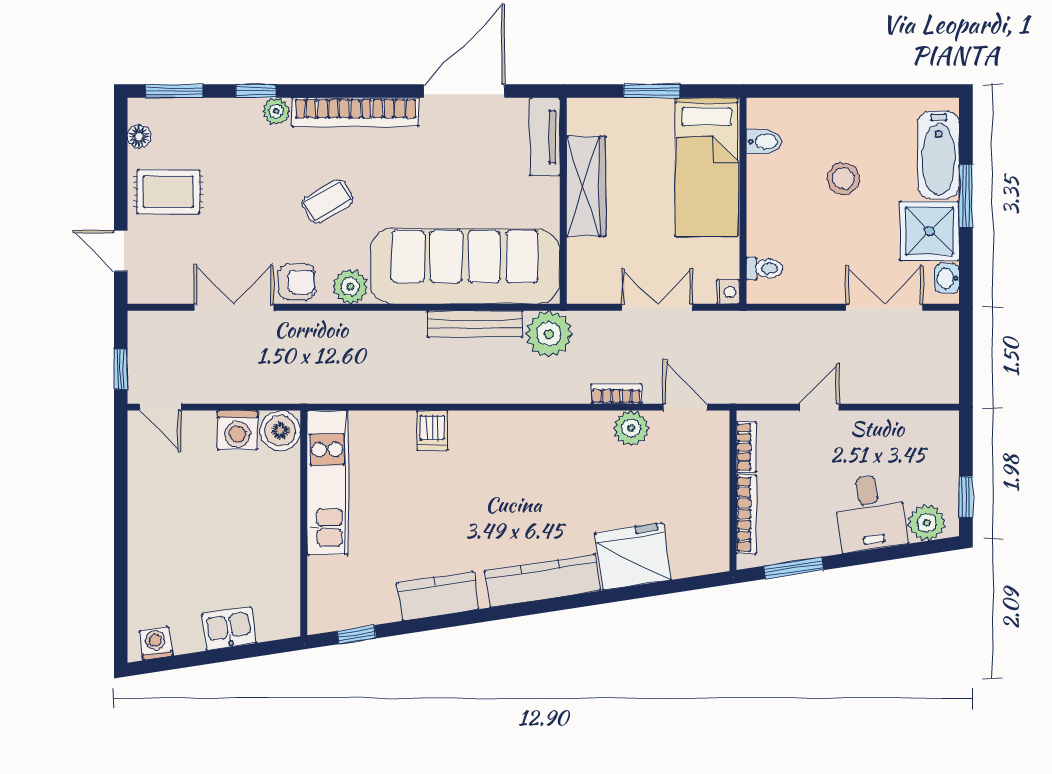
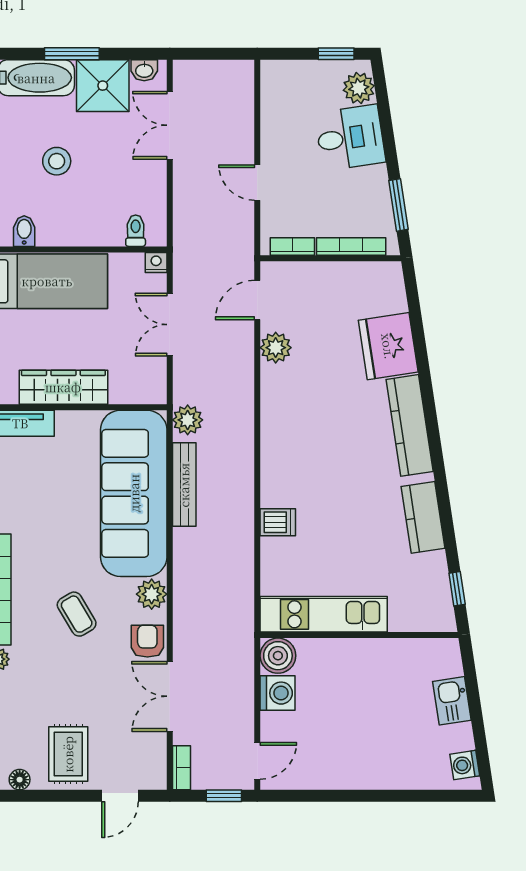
plant: (549, 334) -> (188, 420), width x0.73, depth x0.73
bookcase: (616, 394) -> (181, 768), moved, turned 180

